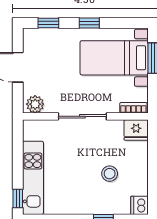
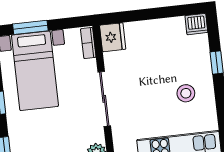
stool: (110, 174) -> (186, 93), moved

